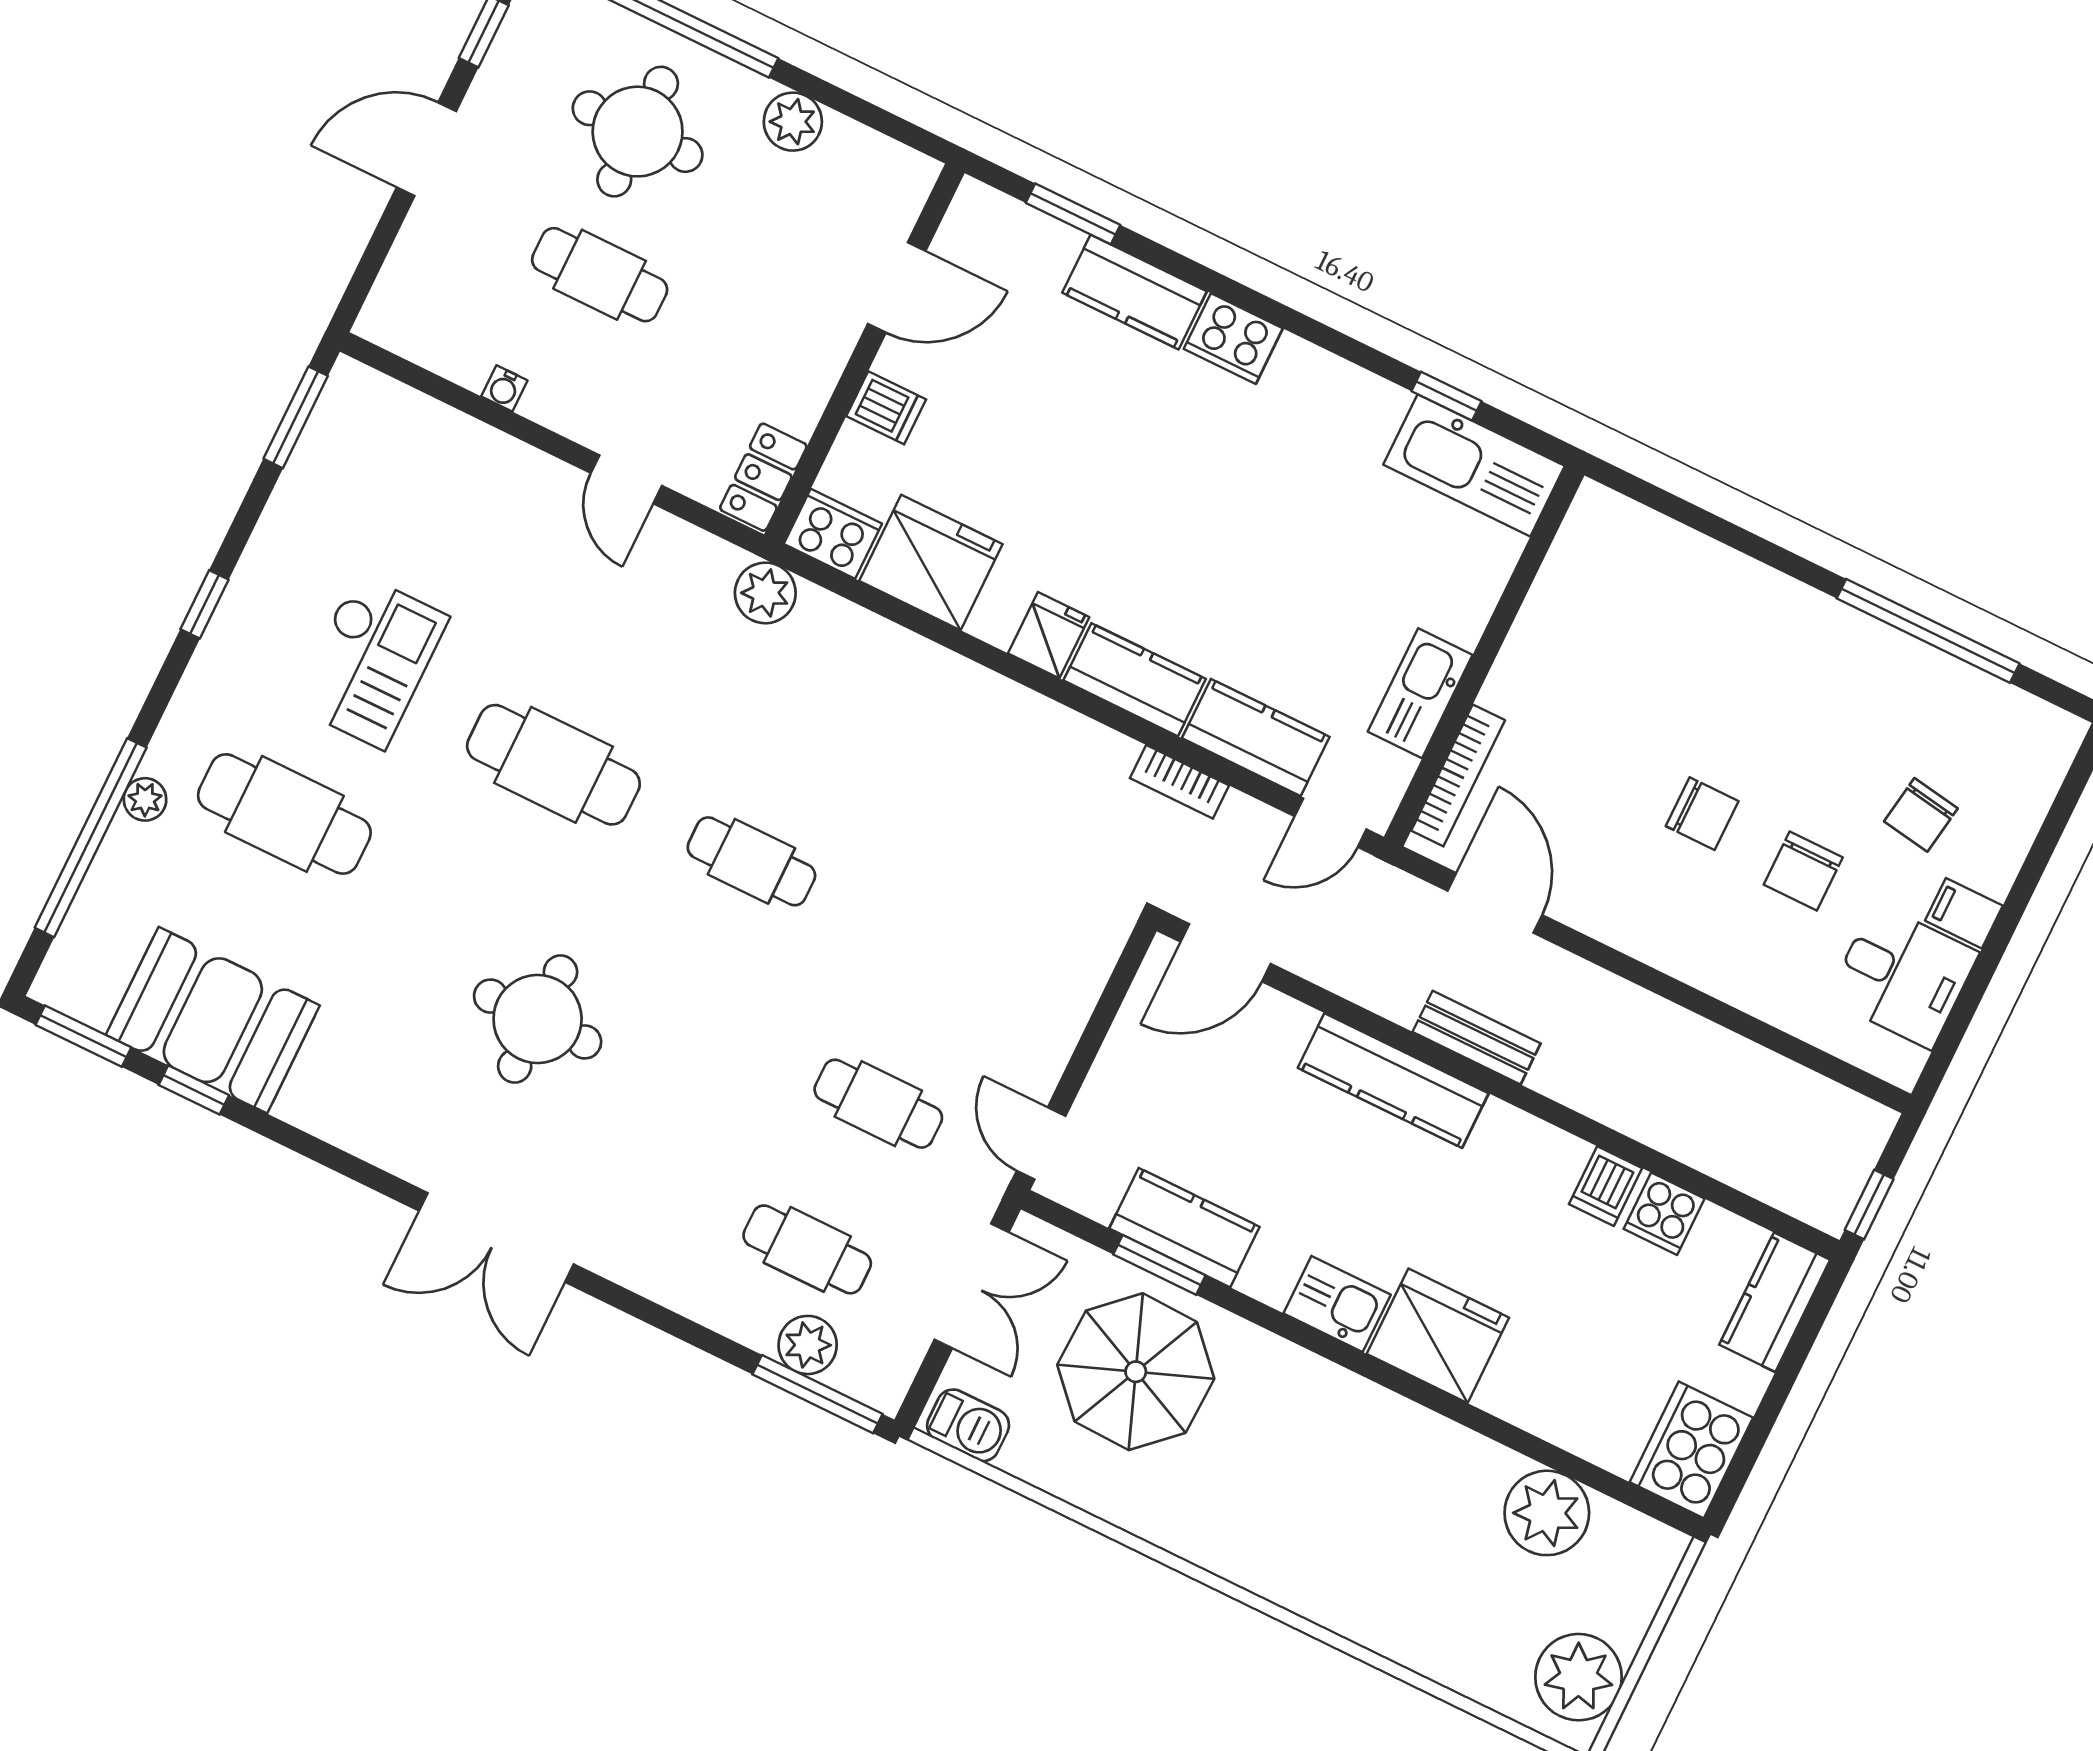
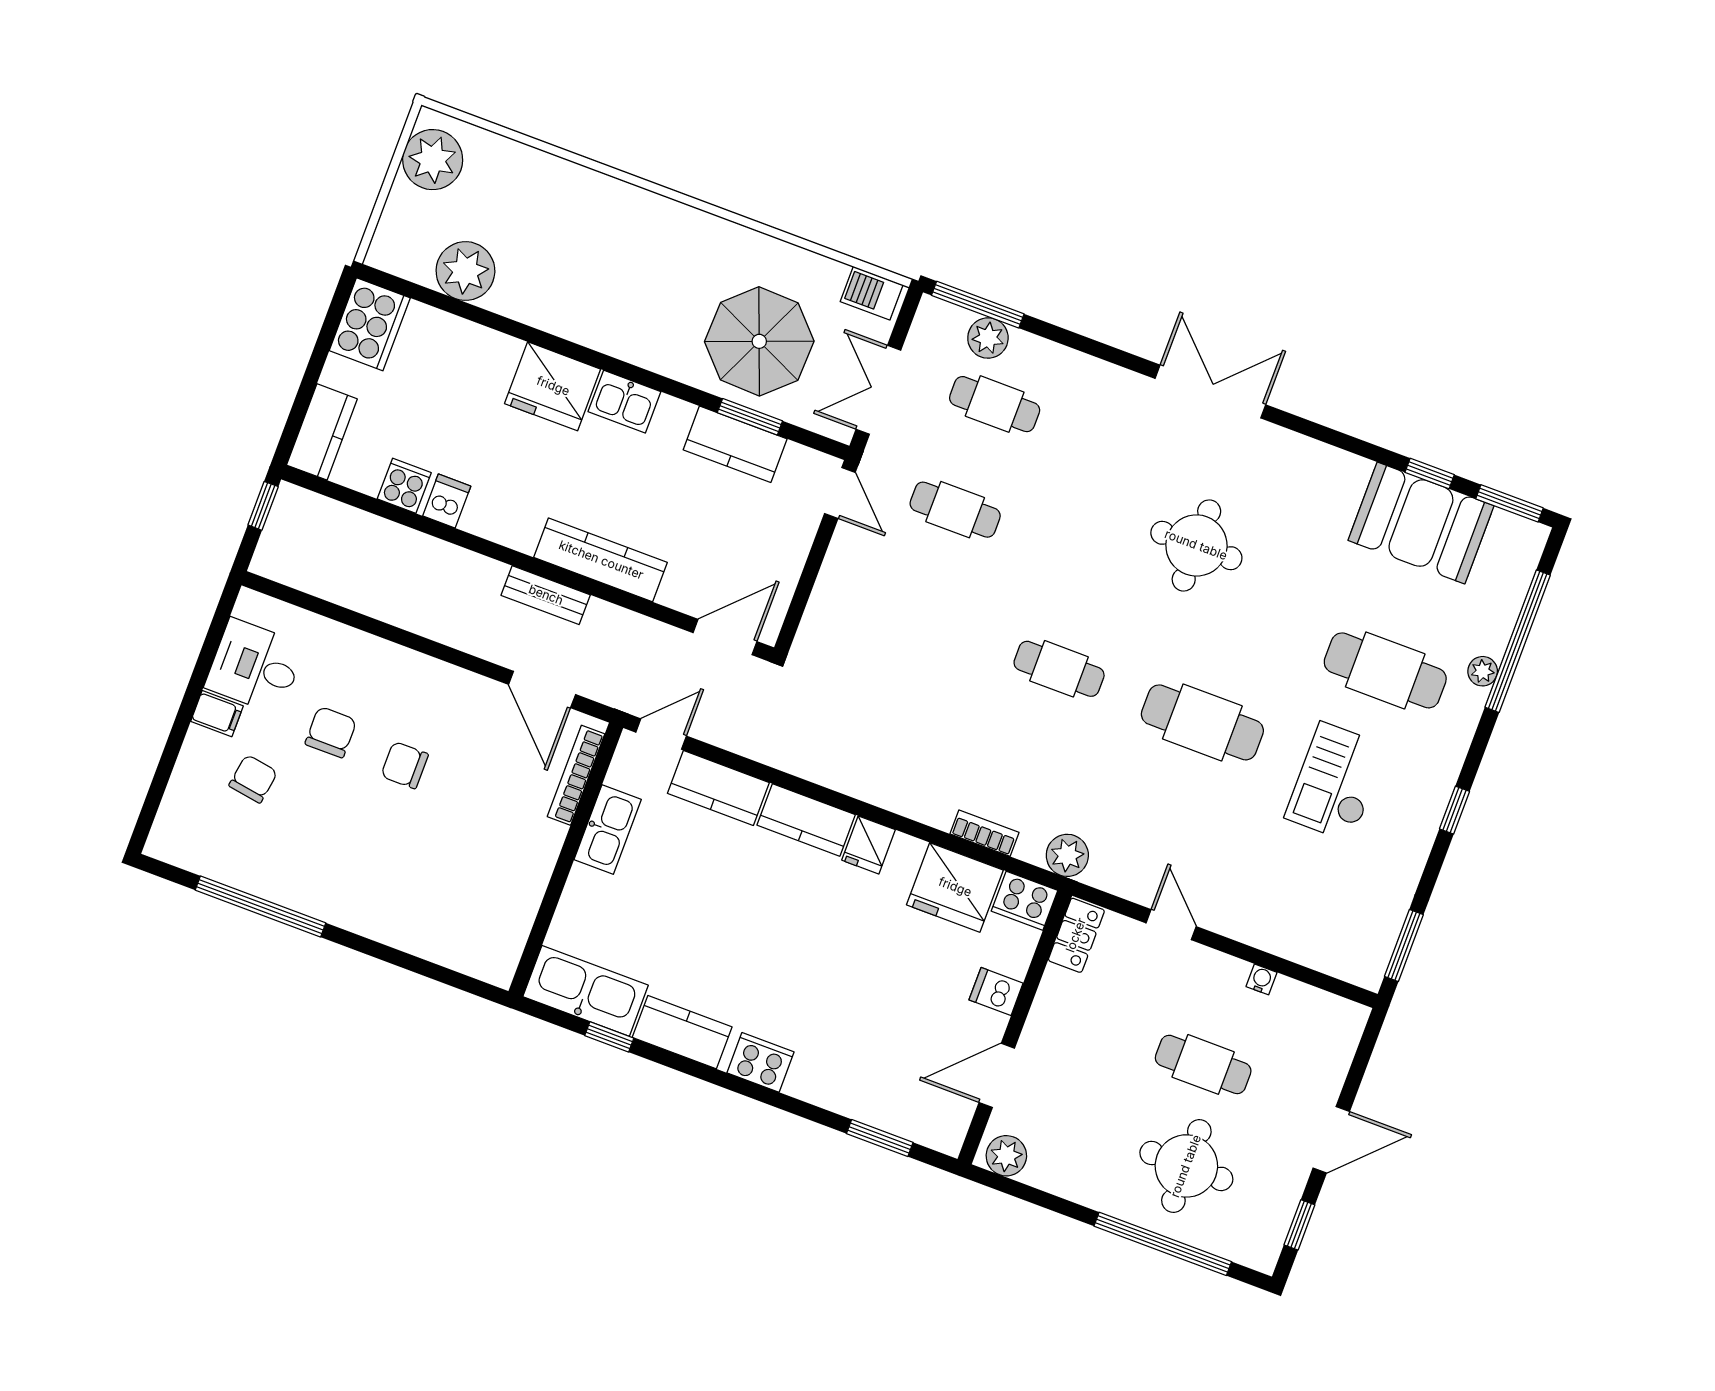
plant: (793, 122) -> (1006, 1156), moved
kitchen counter: (1135, 292) -> (682, 1032), moved
bookcase: (1180, 782) -> (984, 833), moved

